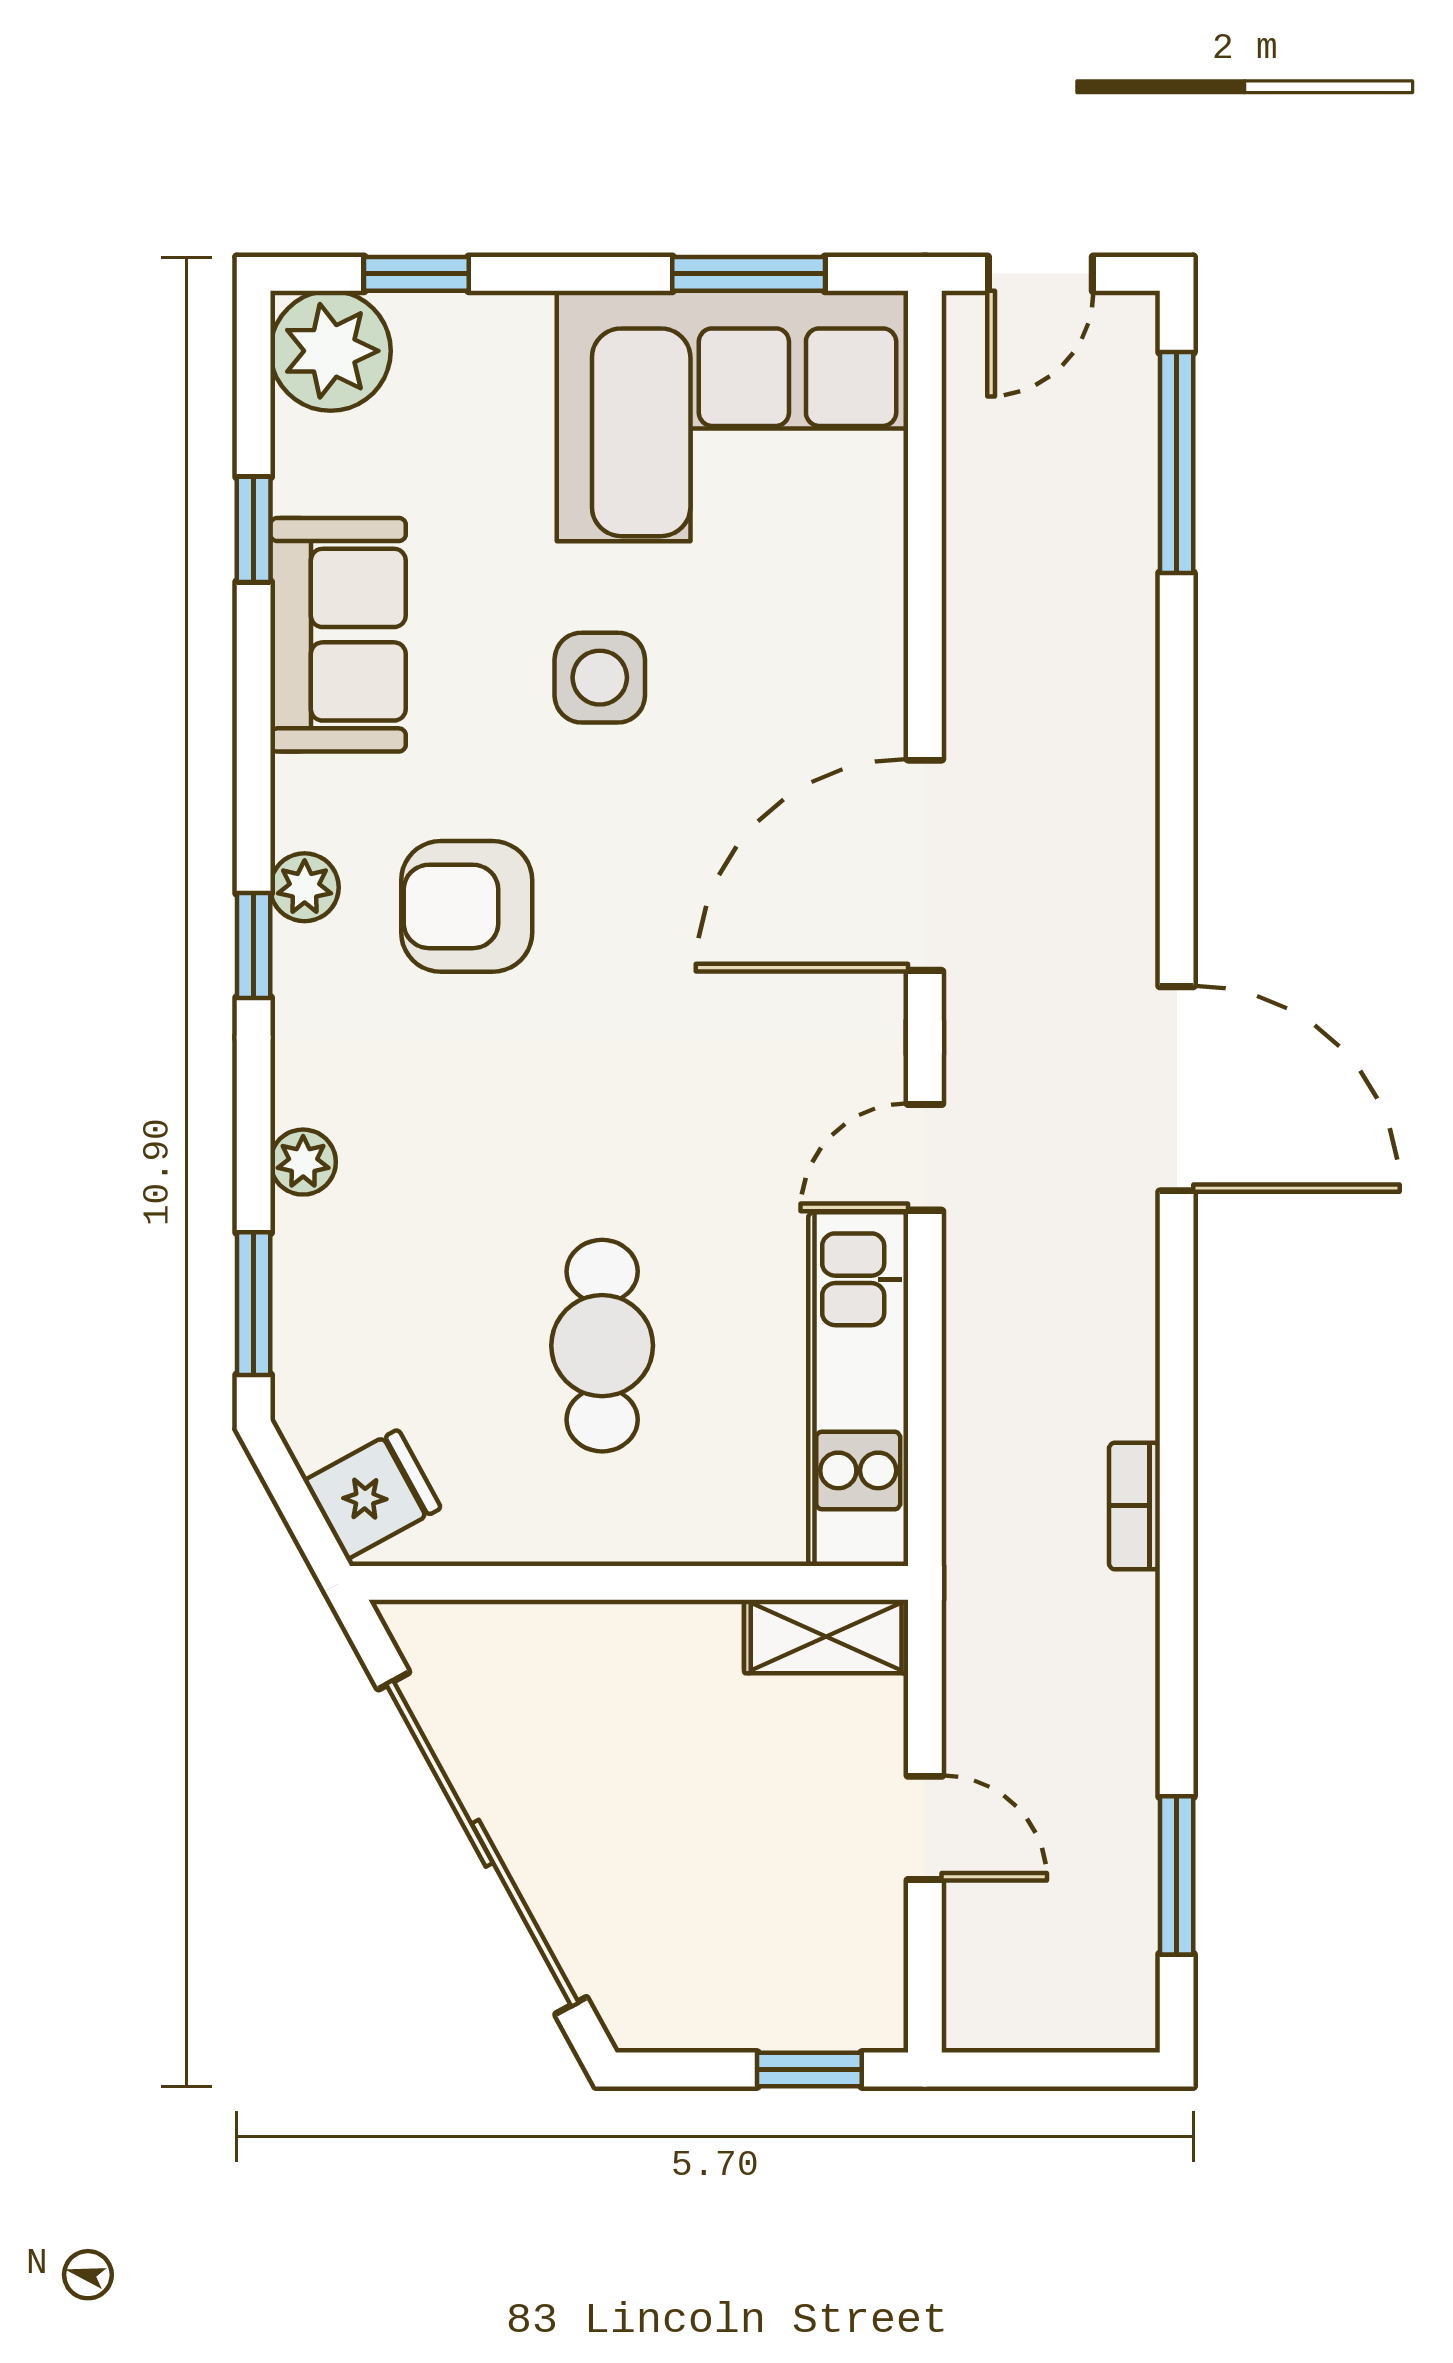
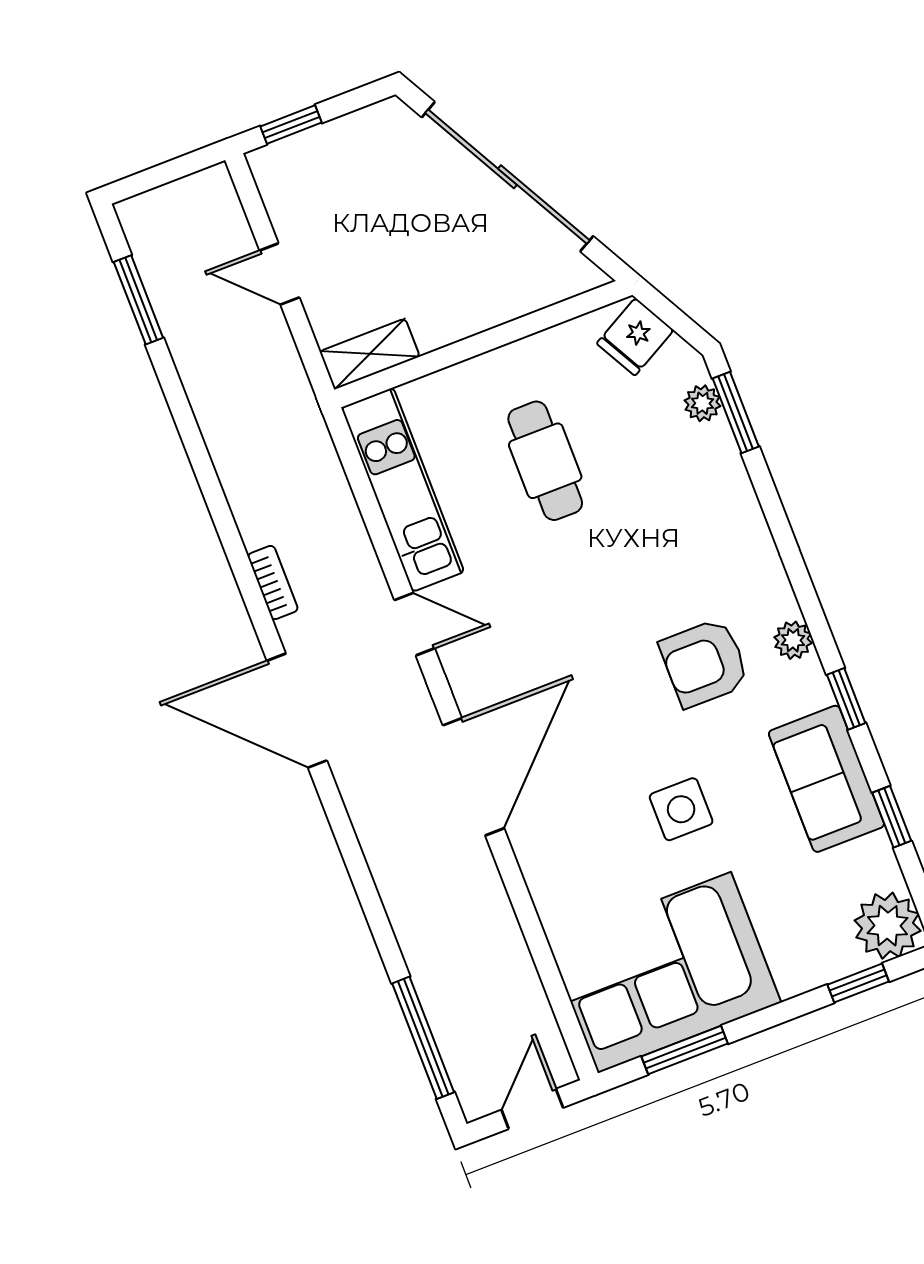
armchair: (467, 906) -> (704, 663), turned 180
window: (254, 946) -> (846, 699), moved
door: (925, 1157) -> (415, 624), hinge flipped
plant: (303, 1162) -> (702, 403), moved
bookcase: (1134, 1506) -> (273, 583), moved

